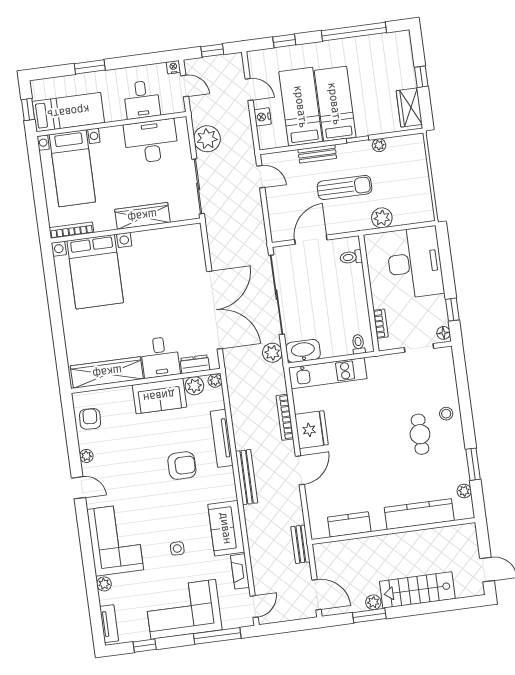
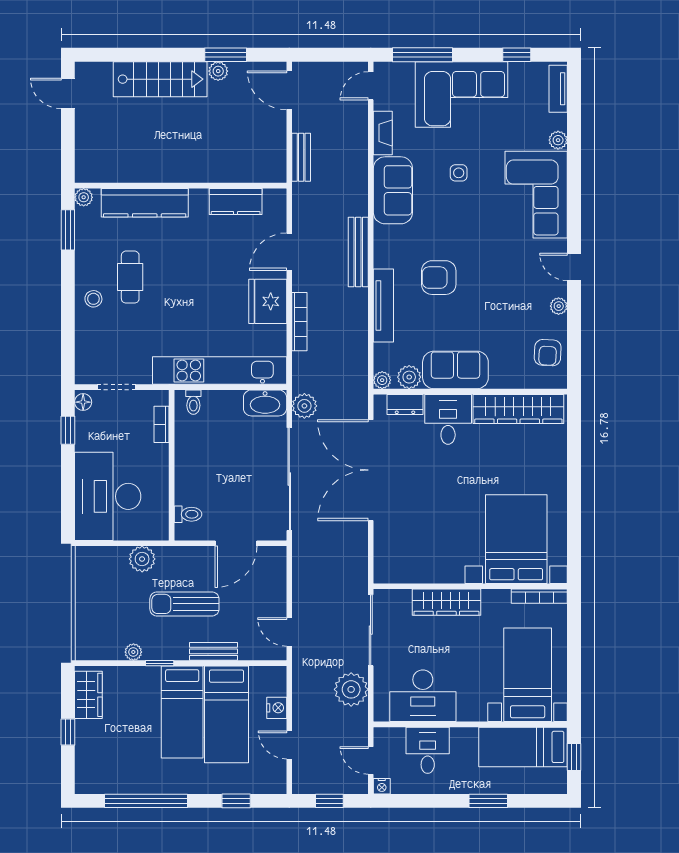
kitchen unit: (328, 373) -> (220, 370), width x1.36
kitchen counter: (419, 514) -> (145, 203), moved
kitchen counter: (349, 524) -> (236, 201), moved
wall: (393, 531) -> (181, 186), moved

